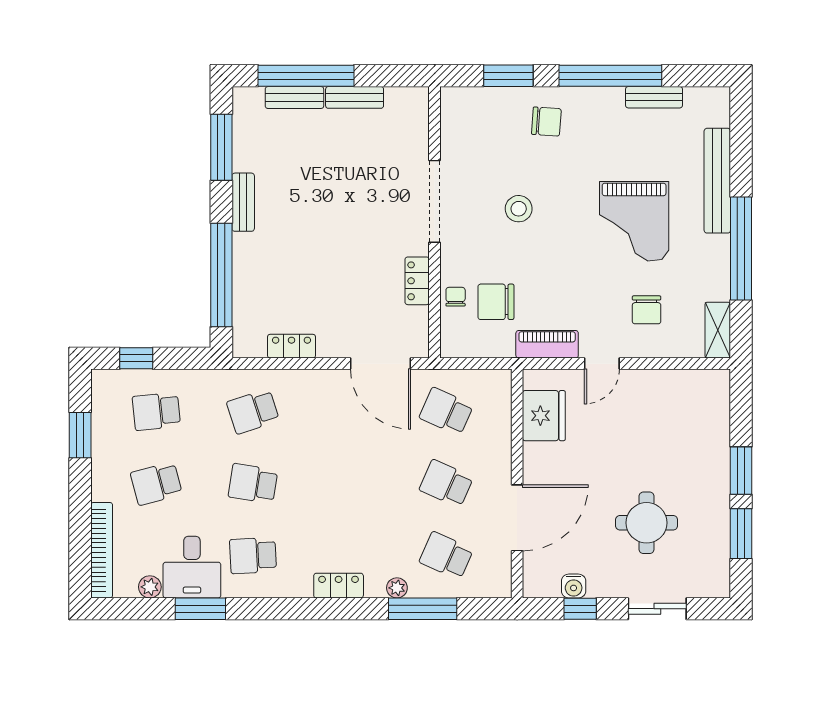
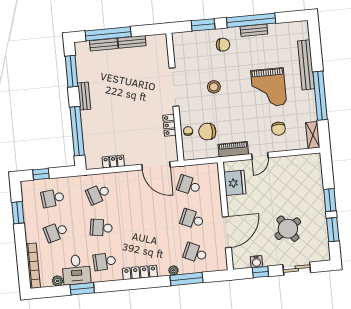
bench: (654, 97) -> (254, 30), moved
round table: (647, 523) -> (288, 229), turned -33
locker: (339, 586) -> (140, 272), width x1.53

